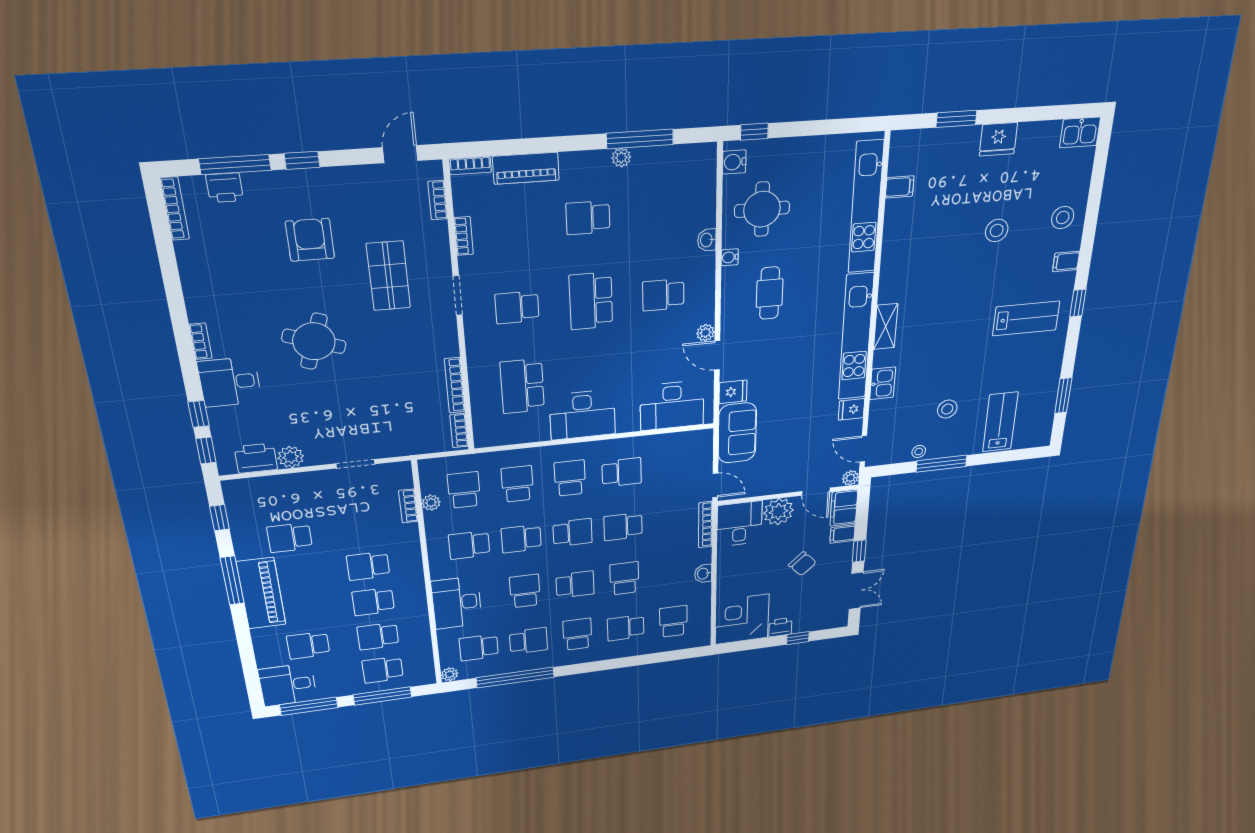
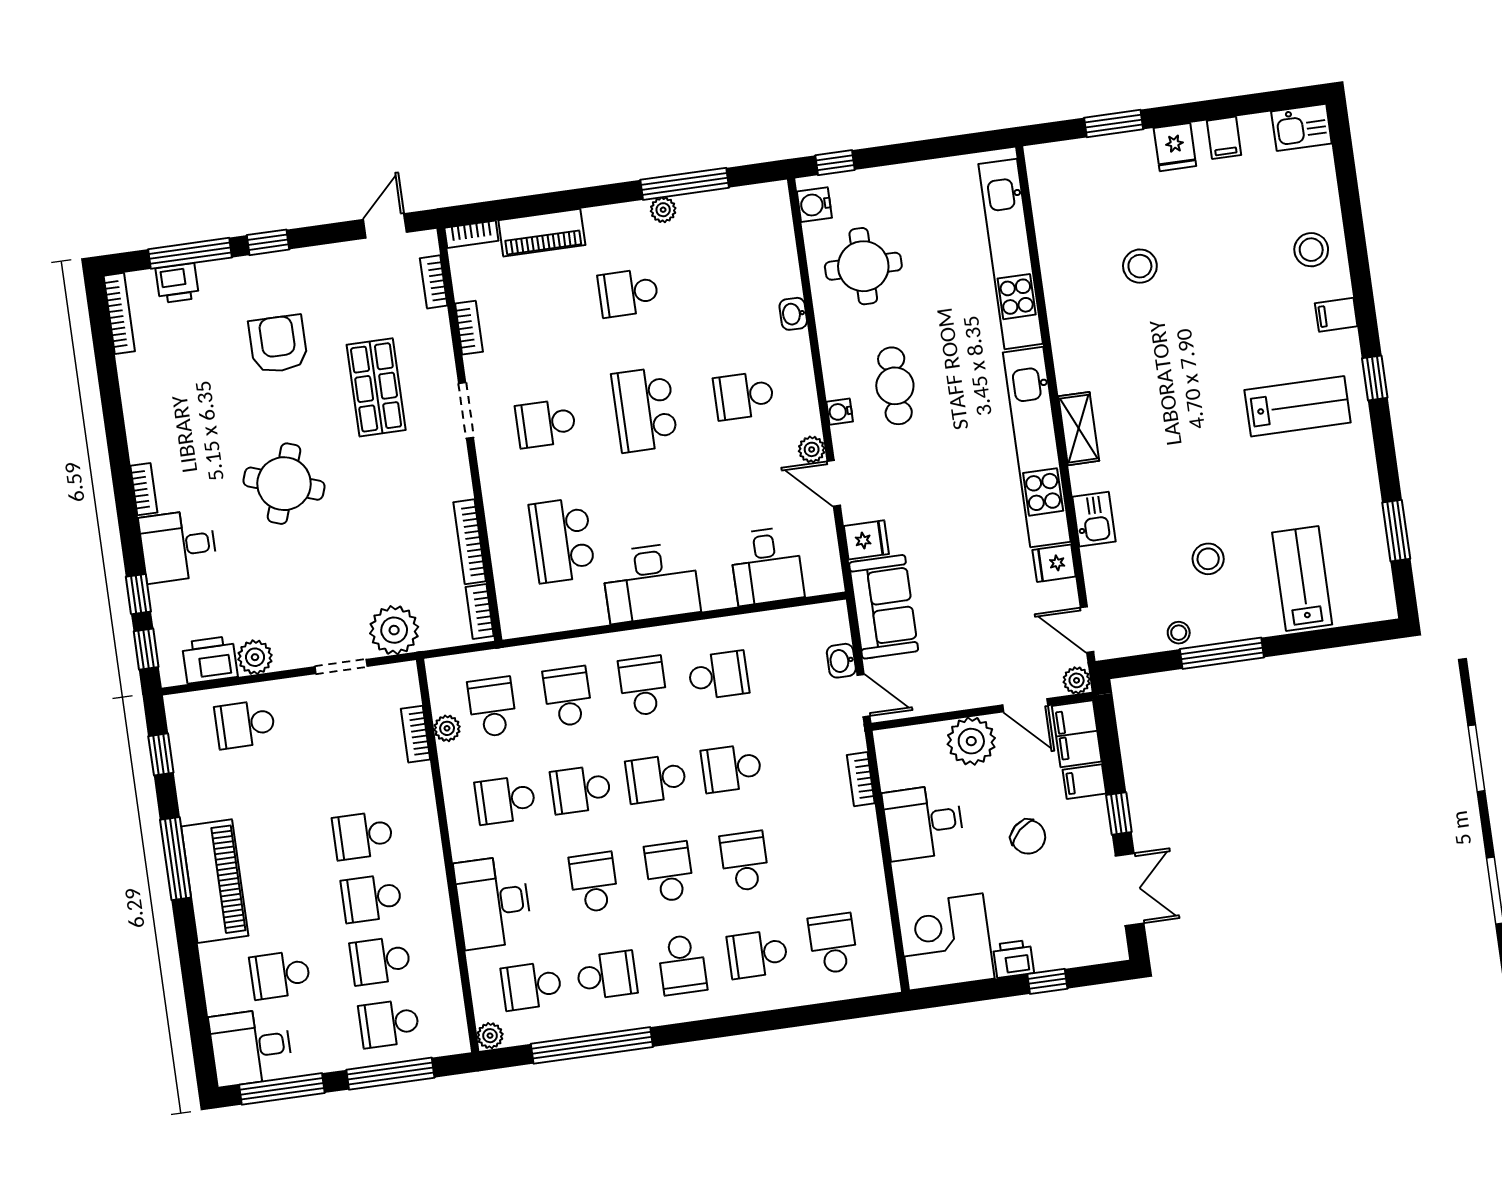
fridge: (998, 139) -> (1175, 147), width x0.72
filing cabinet: (900, 187) -> (1224, 138), moved, turned 90
stool: (997, 230) -> (1140, 266), moved
water cooler: (730, 257) -> (840, 412), moved
desk: (672, 405) -> (767, 566), width x0.73
plant: (396, 441) -> (394, 630), added
desk: (739, 524) -> (923, 822), moved, turned -90
bookcase: (705, 525) -> (861, 779), width x0.64
school desk: (573, 533) -> (656, 779), turned 180
school desk: (290, 538) -> (245, 724), moved
washbasin: (703, 574) -> (841, 661), moved
school desk: (575, 585) -> (669, 872), turned -90
school desk: (577, 634) -> (682, 965), turned 180

